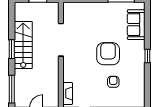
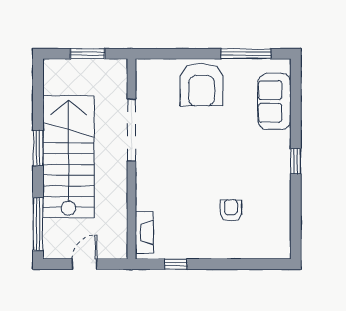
stairs: (23, 45) -> (69, 157), width x1.36, depth x1.51
armchair: (108, 54) -> (201, 85), moved, turned 180

